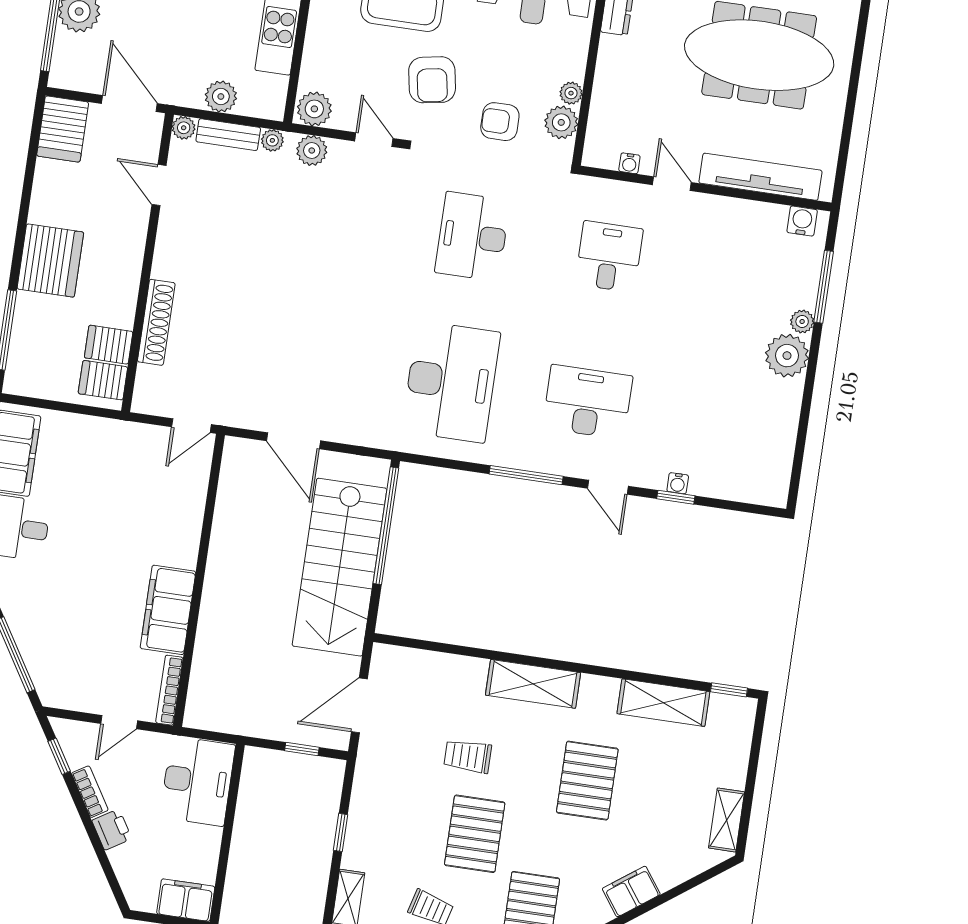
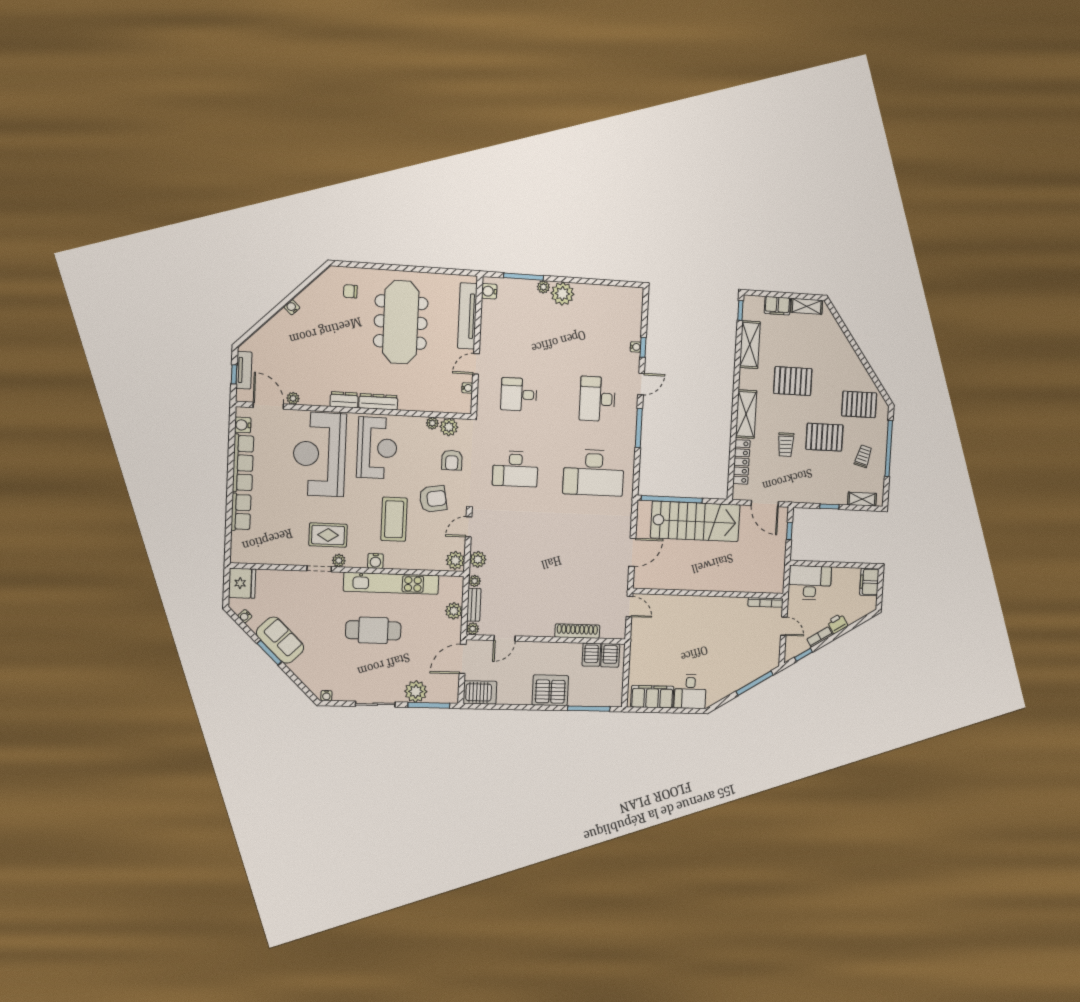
desk: (451, 382) -> (594, 473), turned 180
filing cabinet: (168, 610) -> (725, 608), removed
locker: (443, 667) -> (741, 462), added
filing cabinet: (631, 891) -> (777, 306), moved, turned -54

